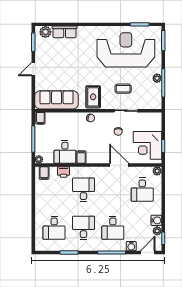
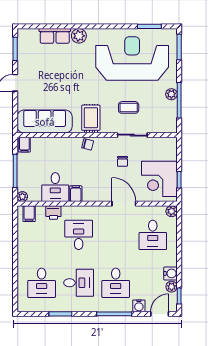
plant: (45, 32) -> (79, 36), moved
desk: (83, 228) -> (79, 283), turned 90

